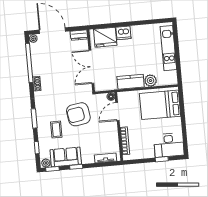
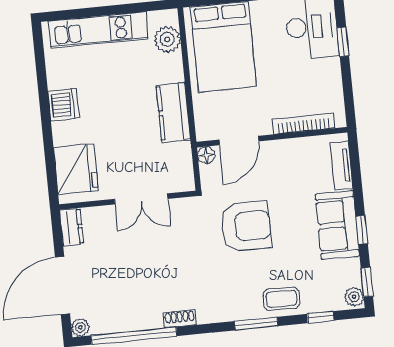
dishwasher: (123, 33) -> (63, 105), moved
double door: (91, 67) -> (141, 199), width x0.73
plant: (151, 81) -> (167, 39), moved
door: (117, 111) -> (239, 140), hinge flipped
armchair: (78, 114) -> (246, 226), turned -81
coffee table: (56, 130) -> (281, 299), moved
sofa: (66, 157) -> (337, 225), moved

